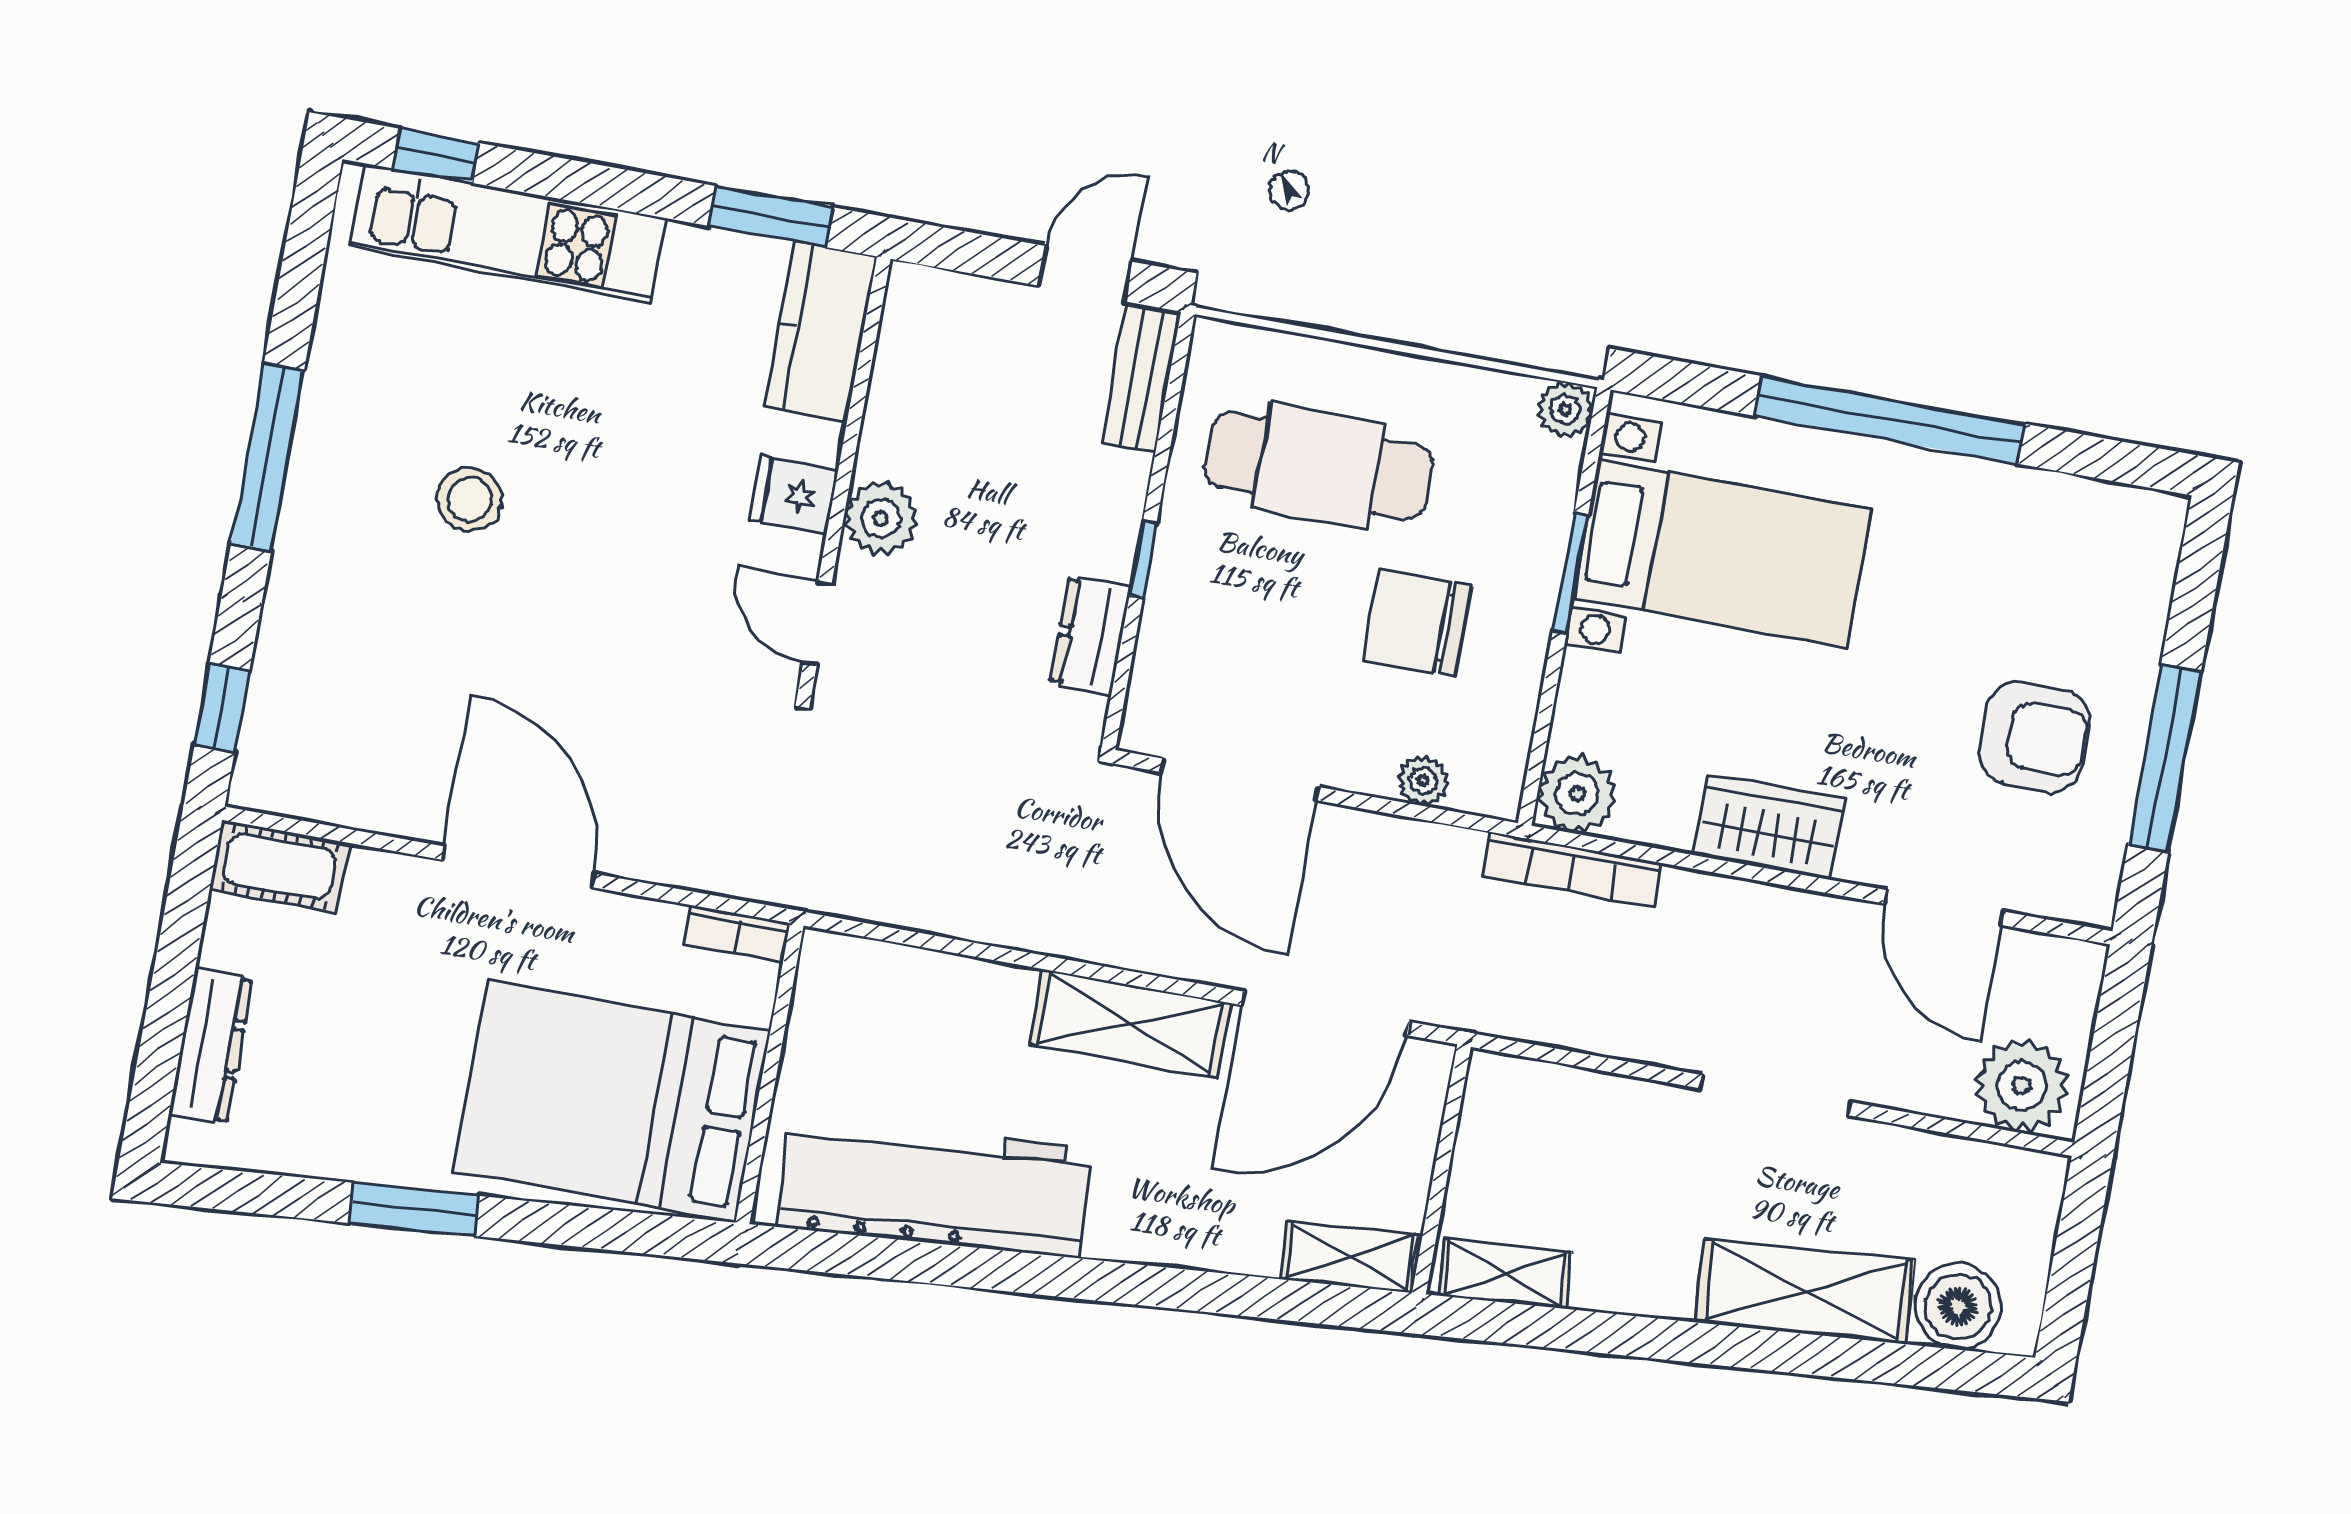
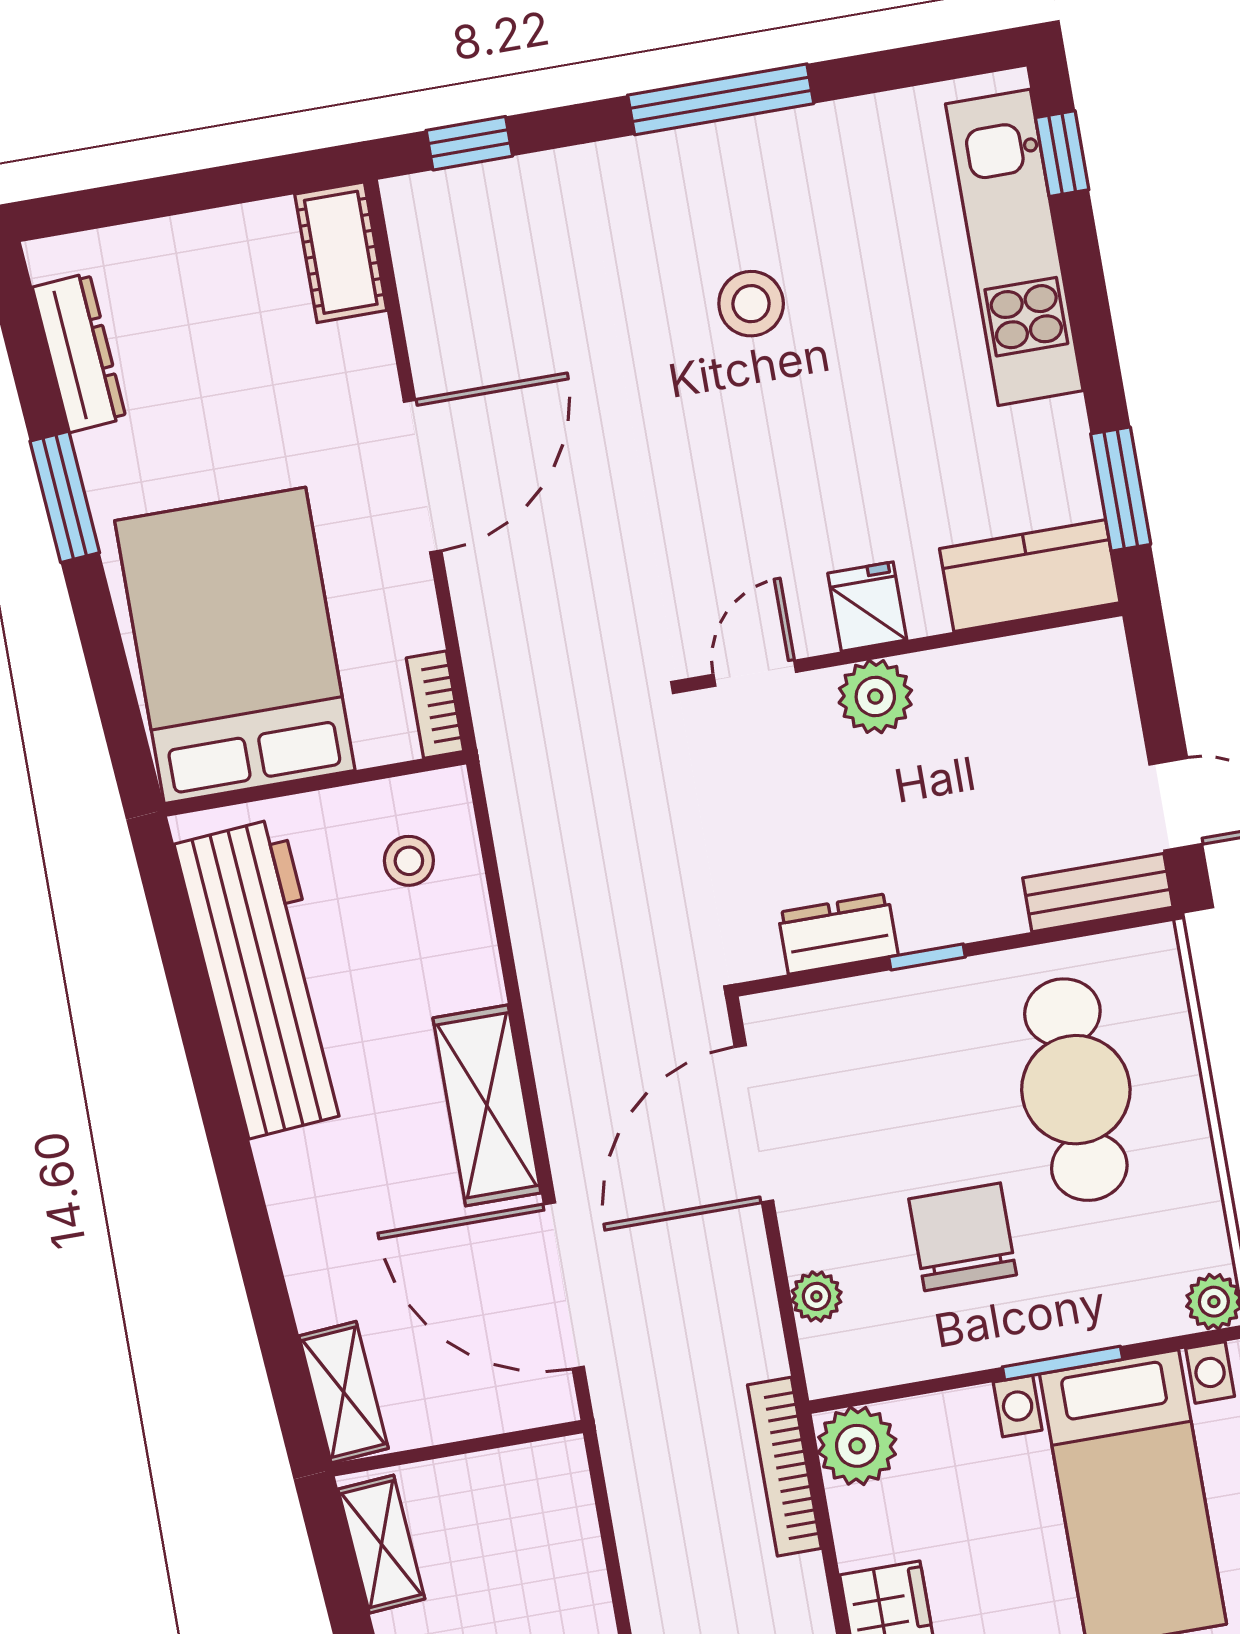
stool: (874, 1012) -> (409, 861), added
dresser: (211, 1046) -> (79, 353), moved, turned -94

